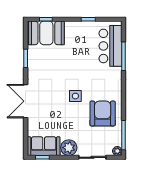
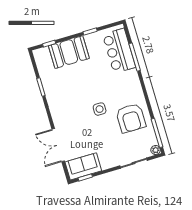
booth: (46, 33) -> (69, 52), moved
double door: (26, 101) -> (58, 145), moved
armchair: (103, 113) -> (131, 118), turned 180
plant: (69, 148) -> (108, 161), removed

